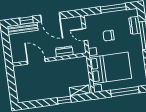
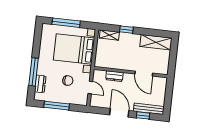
shelving: (32, 95) -> (156, 42), added

